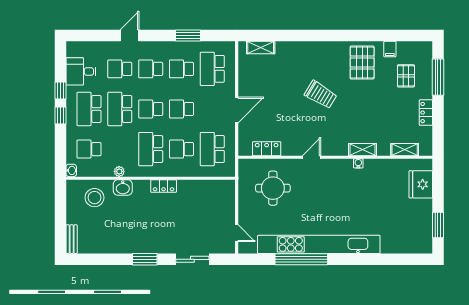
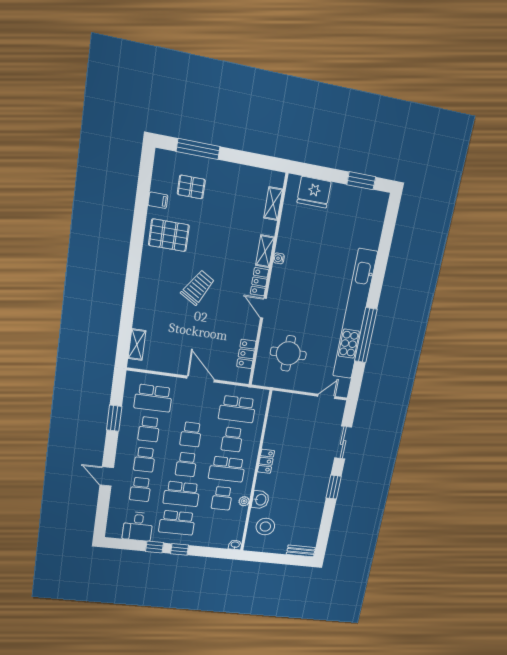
locker: (426, 113) -> (259, 282), moved, turned 90
school desk: (89, 149) -> (222, 498), moved

